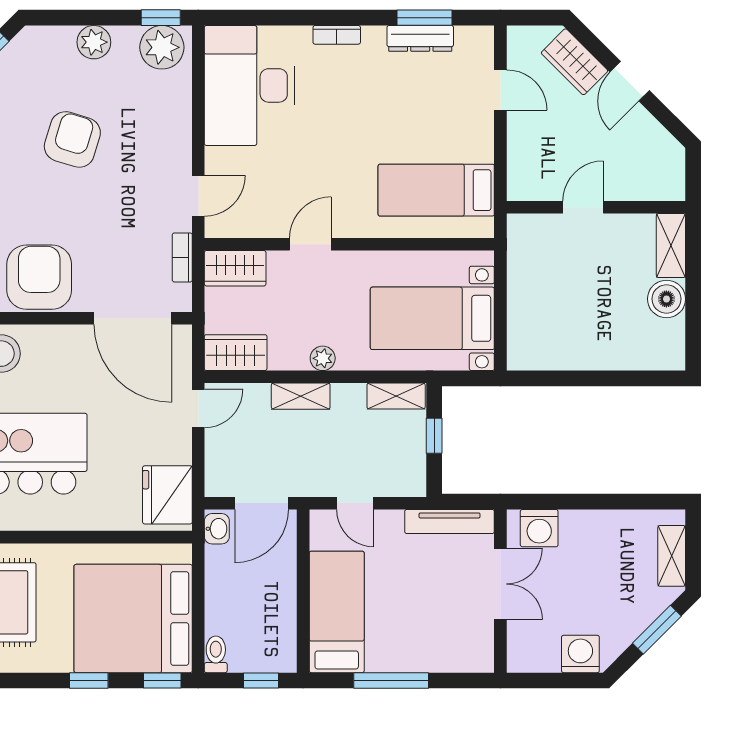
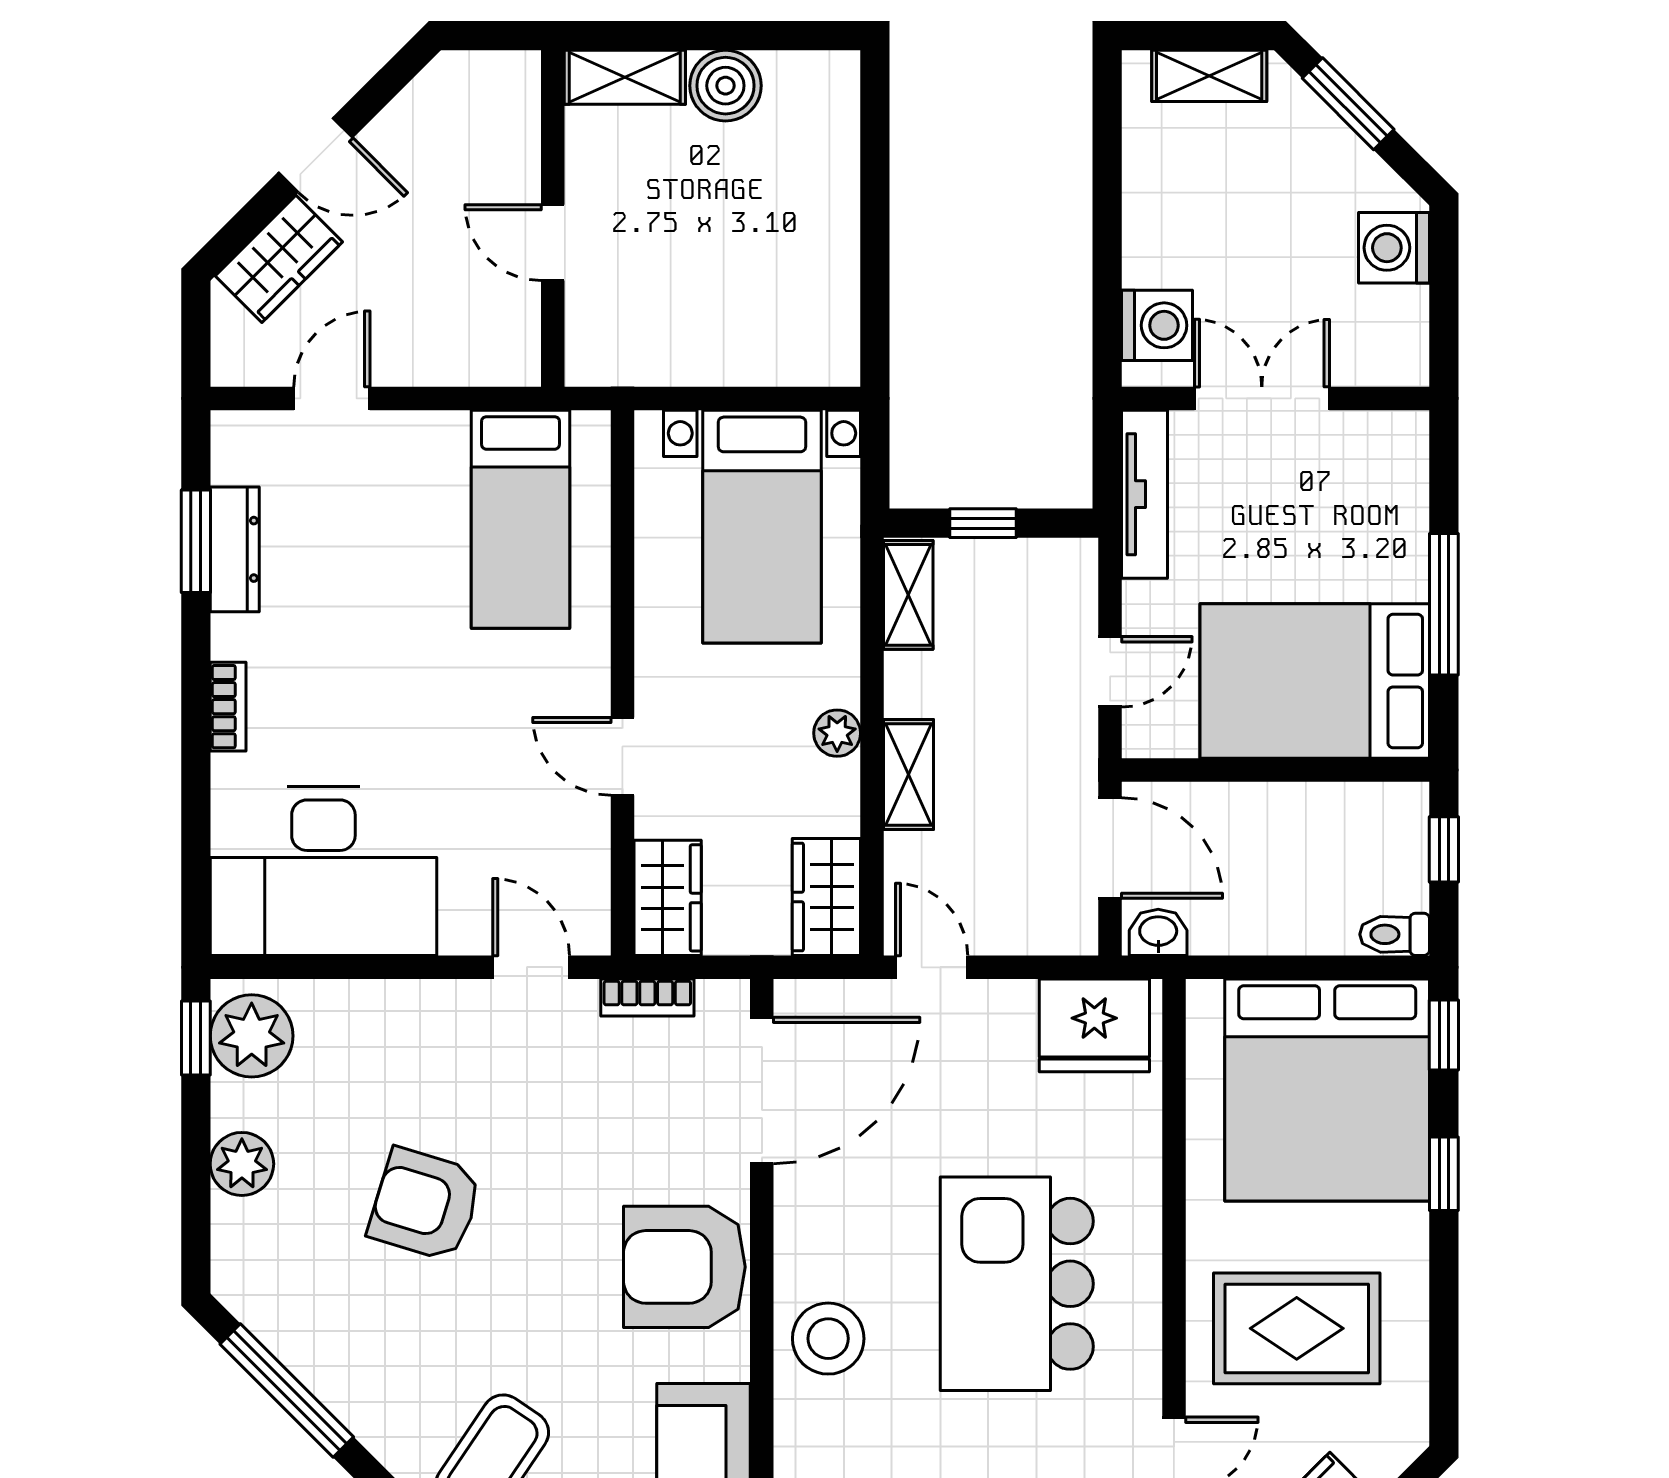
bed: (337, 612) -> (1315, 681), width x1.50

